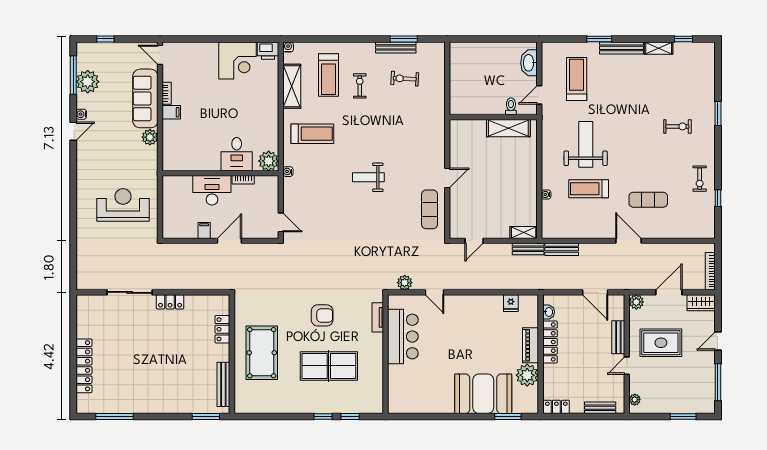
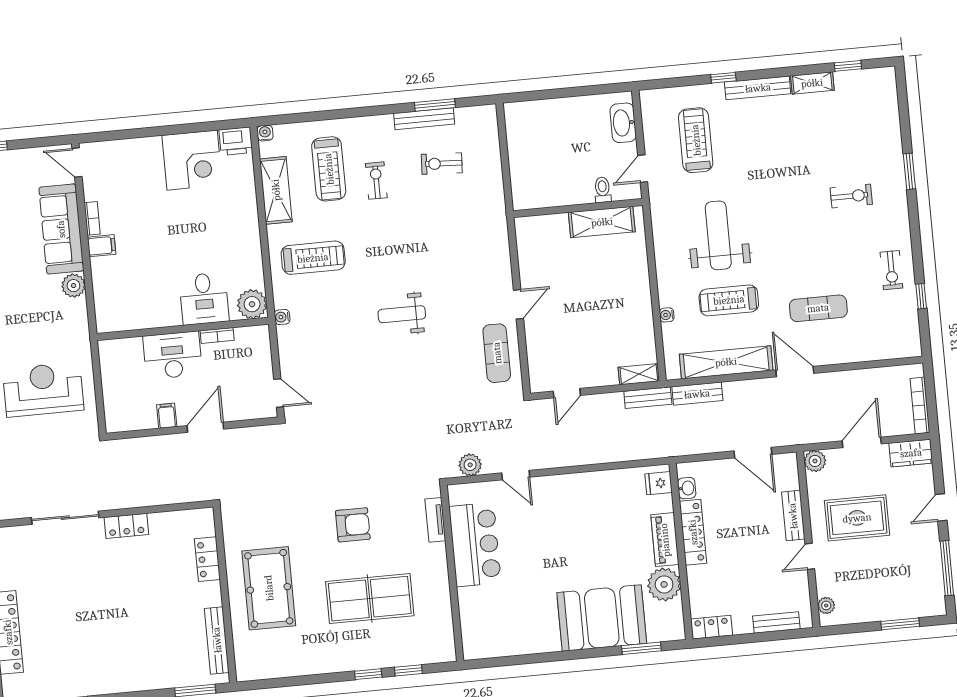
window: (599, 39) -> (723, 78), width x0.67
shelving: (583, 230) -> (726, 362), added
fridge: (511, 303) -> (659, 483), moved, turned 90

